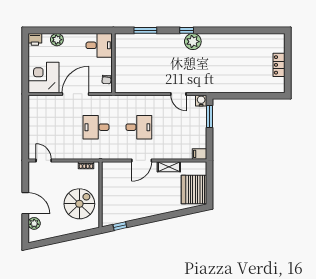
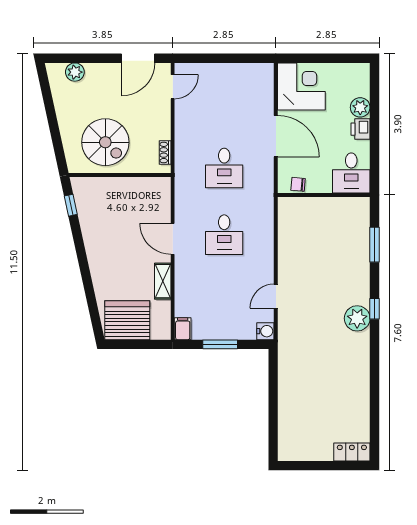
printer: (35, 39) -> (360, 129), moved
locker: (279, 65) -> (352, 452), moved
window: (210, 117) -> (220, 344), moved
desk: (96, 127) -> (224, 168), turned 180
door: (25, 203) -> (138, 58), moved

